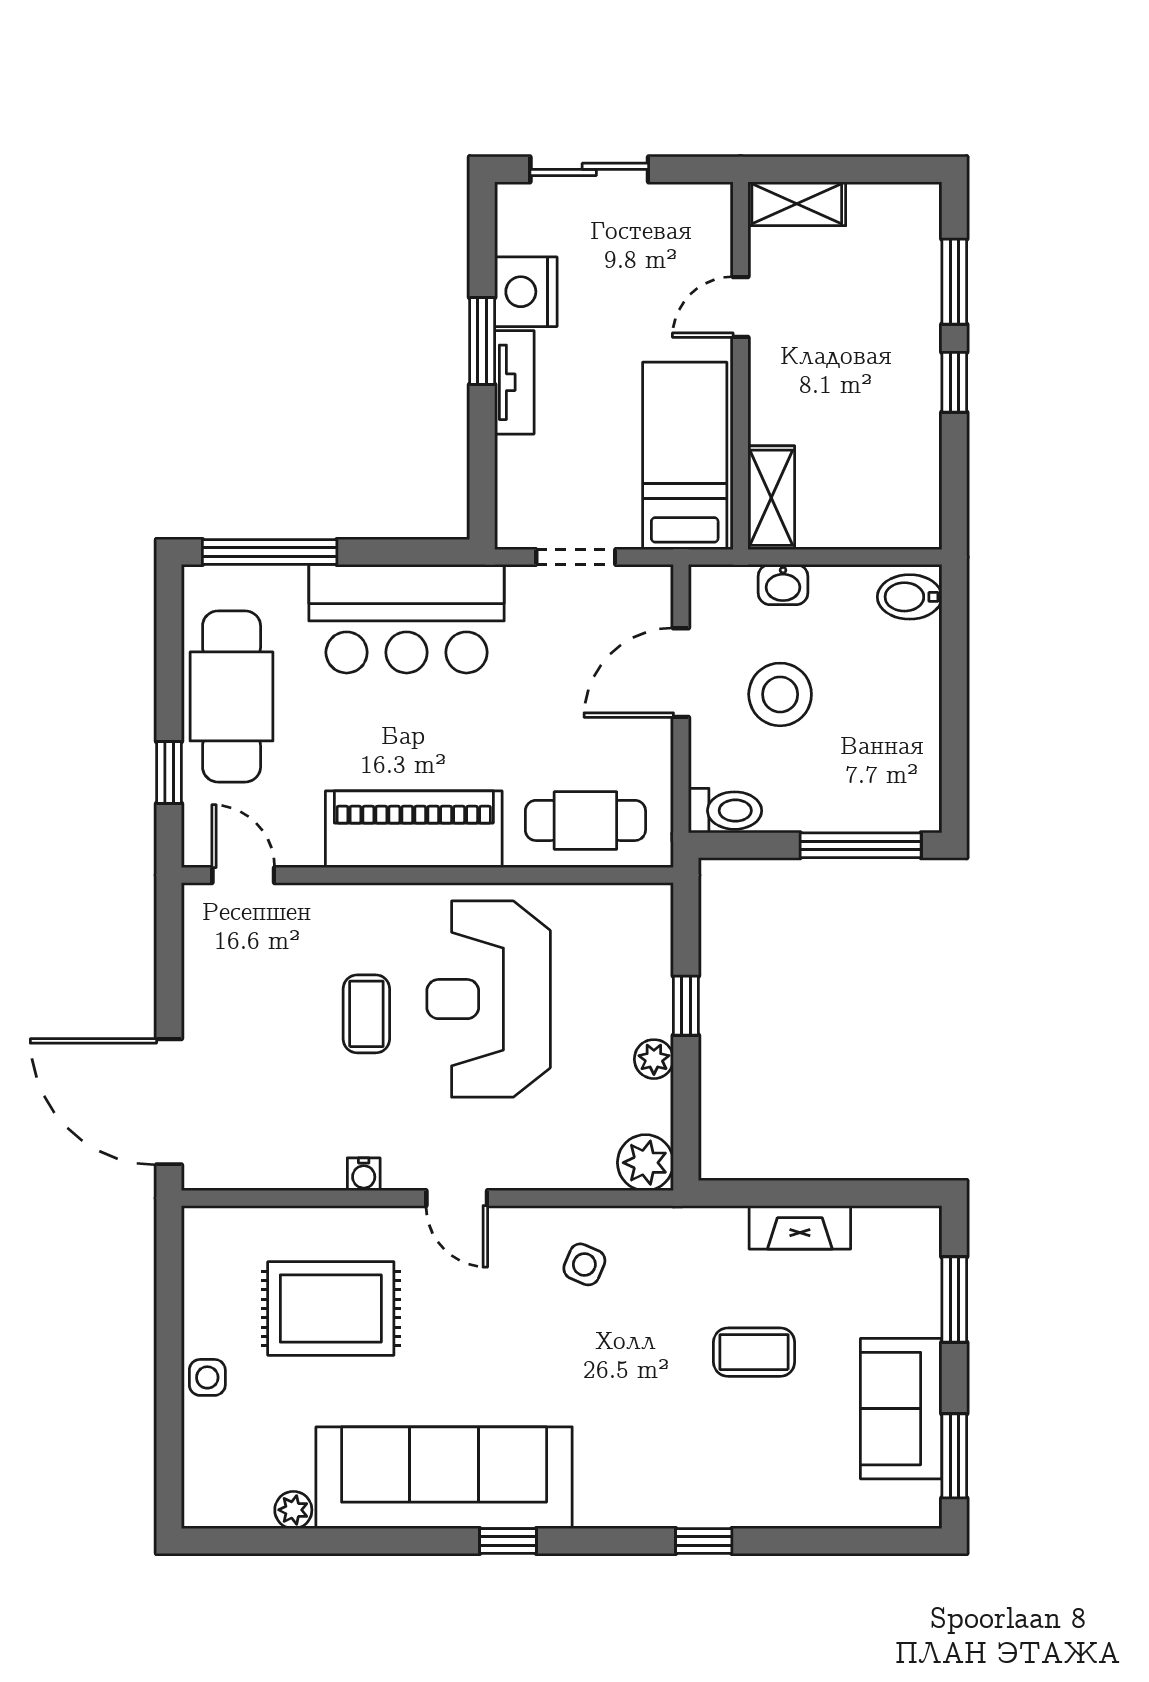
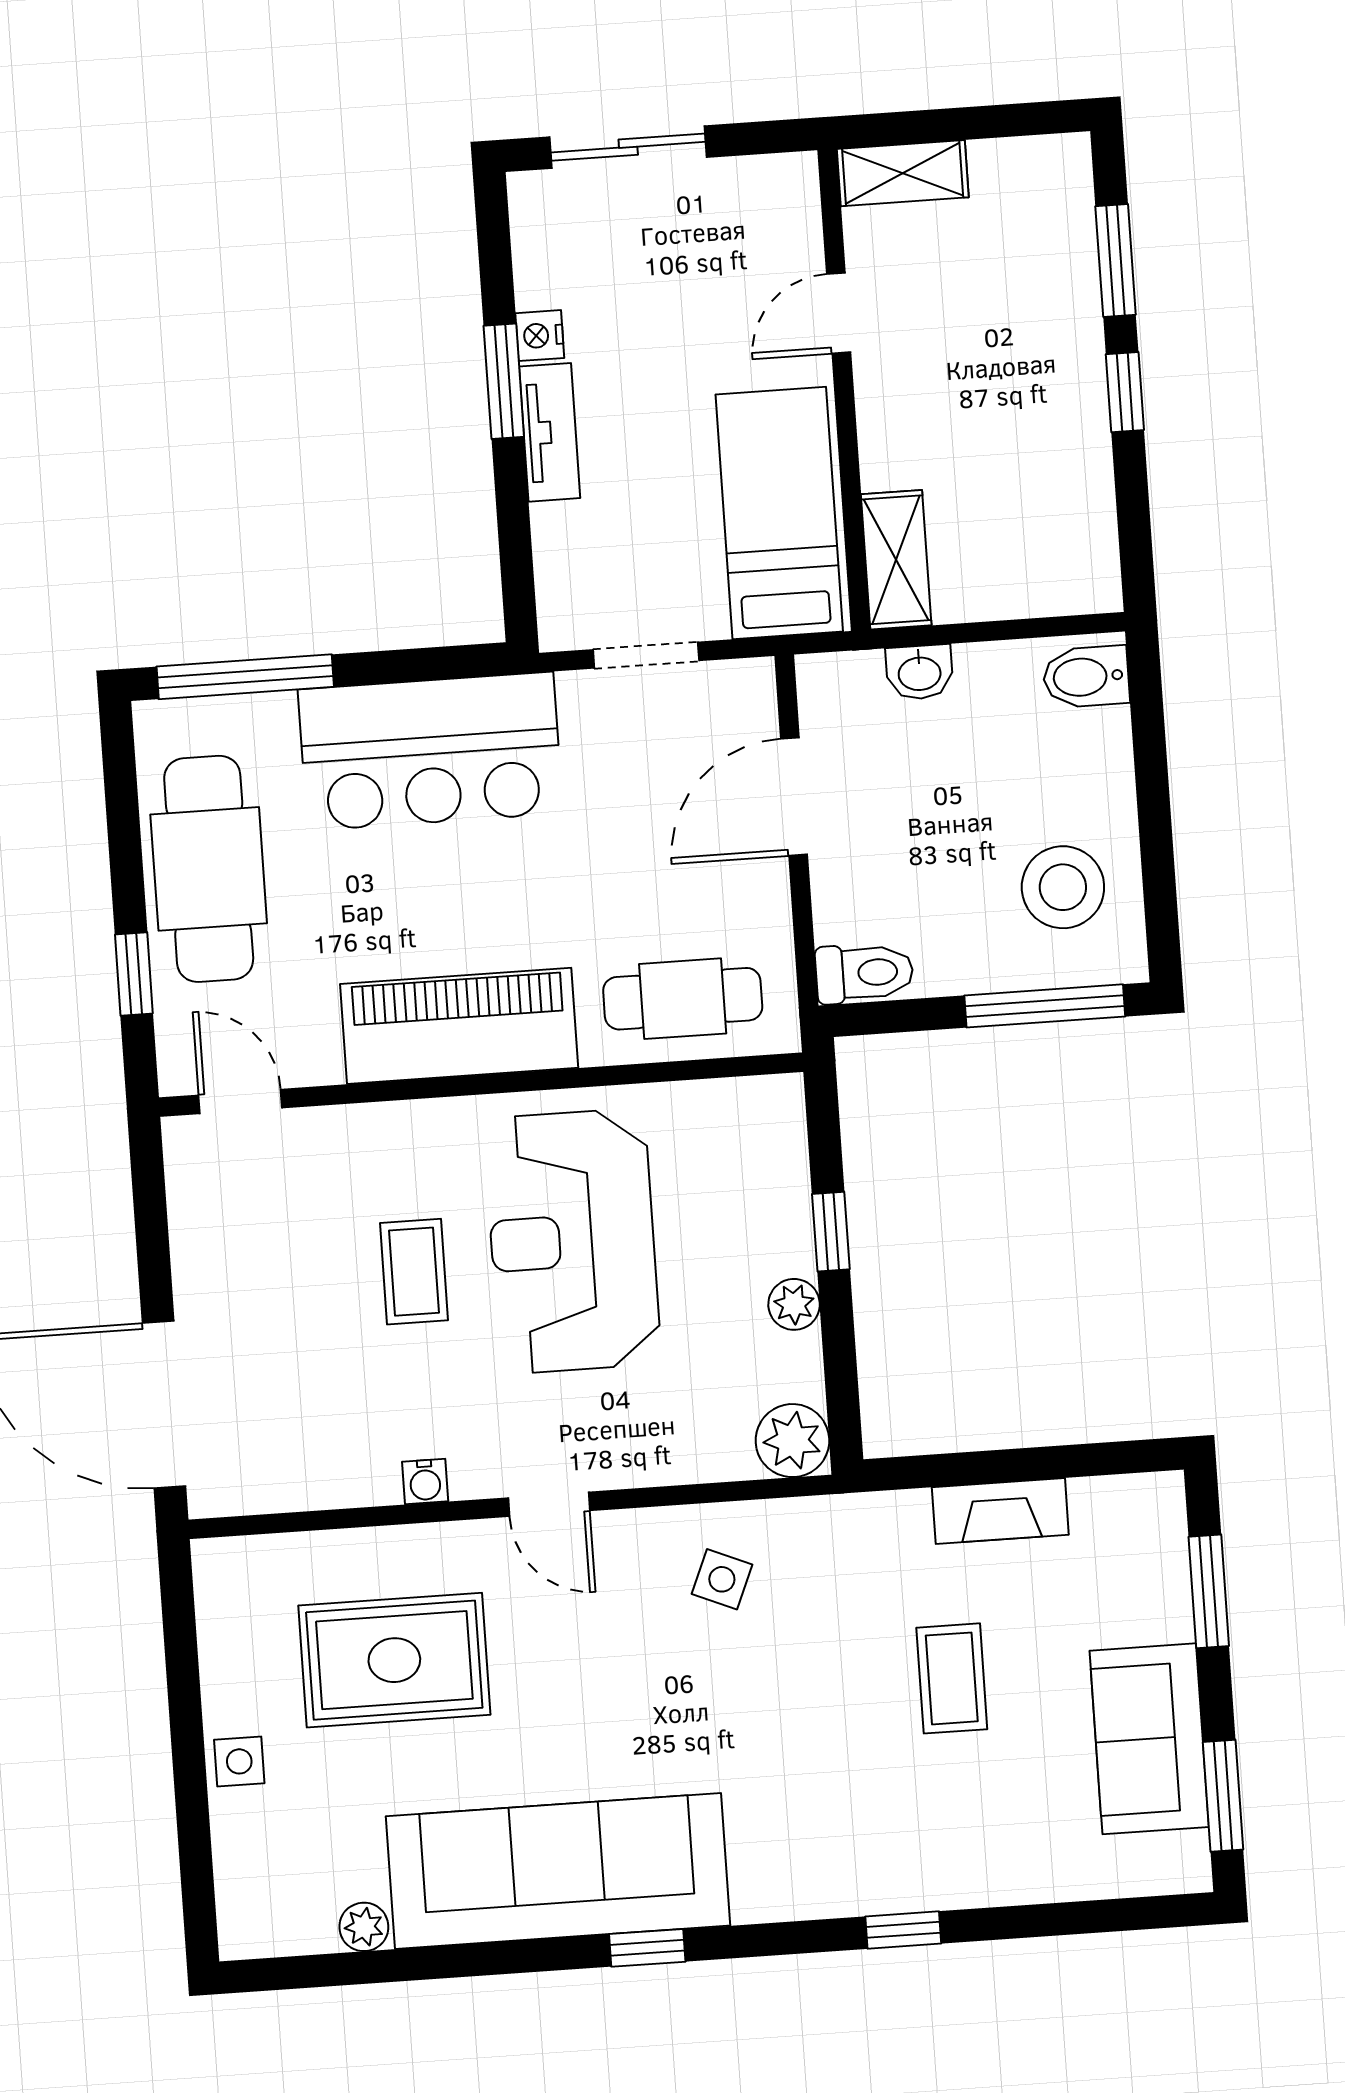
nightstand: (526, 292) -> (540, 336), width x0.53, depth x0.56
stool: (780, 694) -> (1063, 887), moved
coffee table: (754, 1352) -> (952, 1678), turned 90

